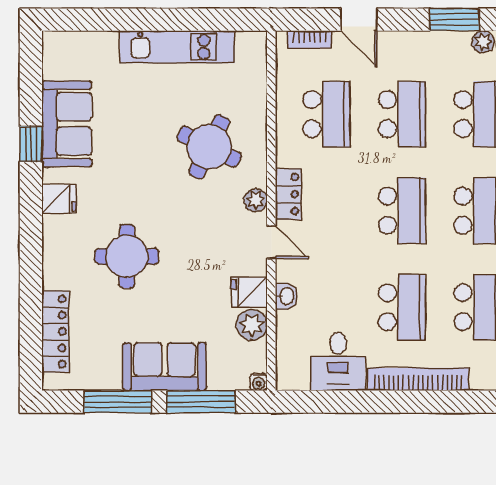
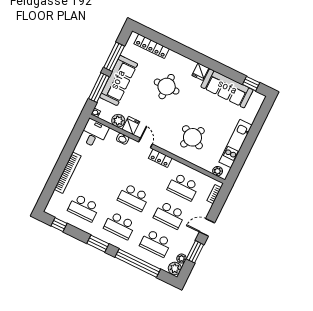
door: (359, 20) -> (207, 227), moved
sofa: (67, 124) -> (227, 88), width x1.36
window: (31, 144) -> (251, 84), moved
plant: (256, 200) -> (218, 171), moved
door: (271, 242) -> (145, 143), swing flipped
school desk: (402, 307) -> (97, 180), removed
desk: (338, 361) -> (94, 133), moved, turned 90
sofa: (165, 367) -> (119, 80), width x1.36

